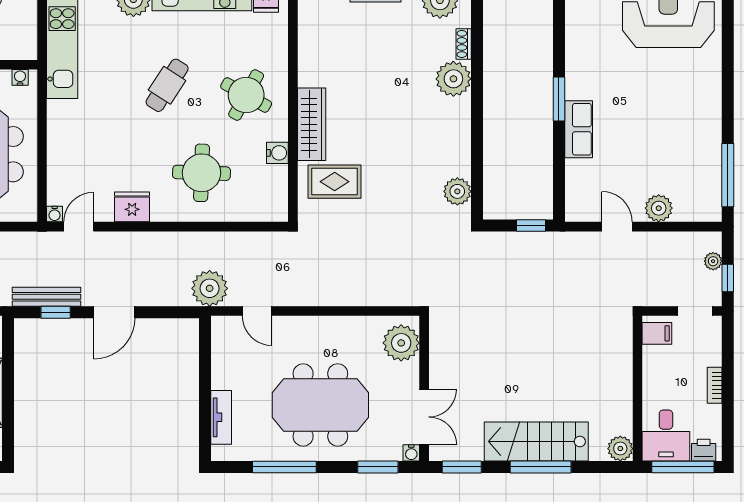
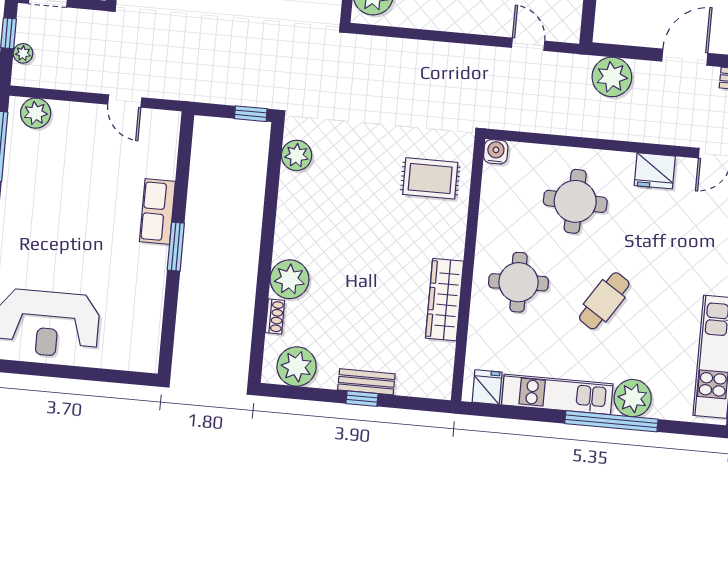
round table: (246, 95) -> (518, 282), turned -31
wardrobe: (312, 124) -> (445, 300), moved
water cooler: (277, 153) -> (496, 152), moved, turned 90
plant: (659, 208) -> (36, 113), moved
window: (531, 225) -> (251, 114), moved
plant: (210, 288) -> (612, 77), moved

